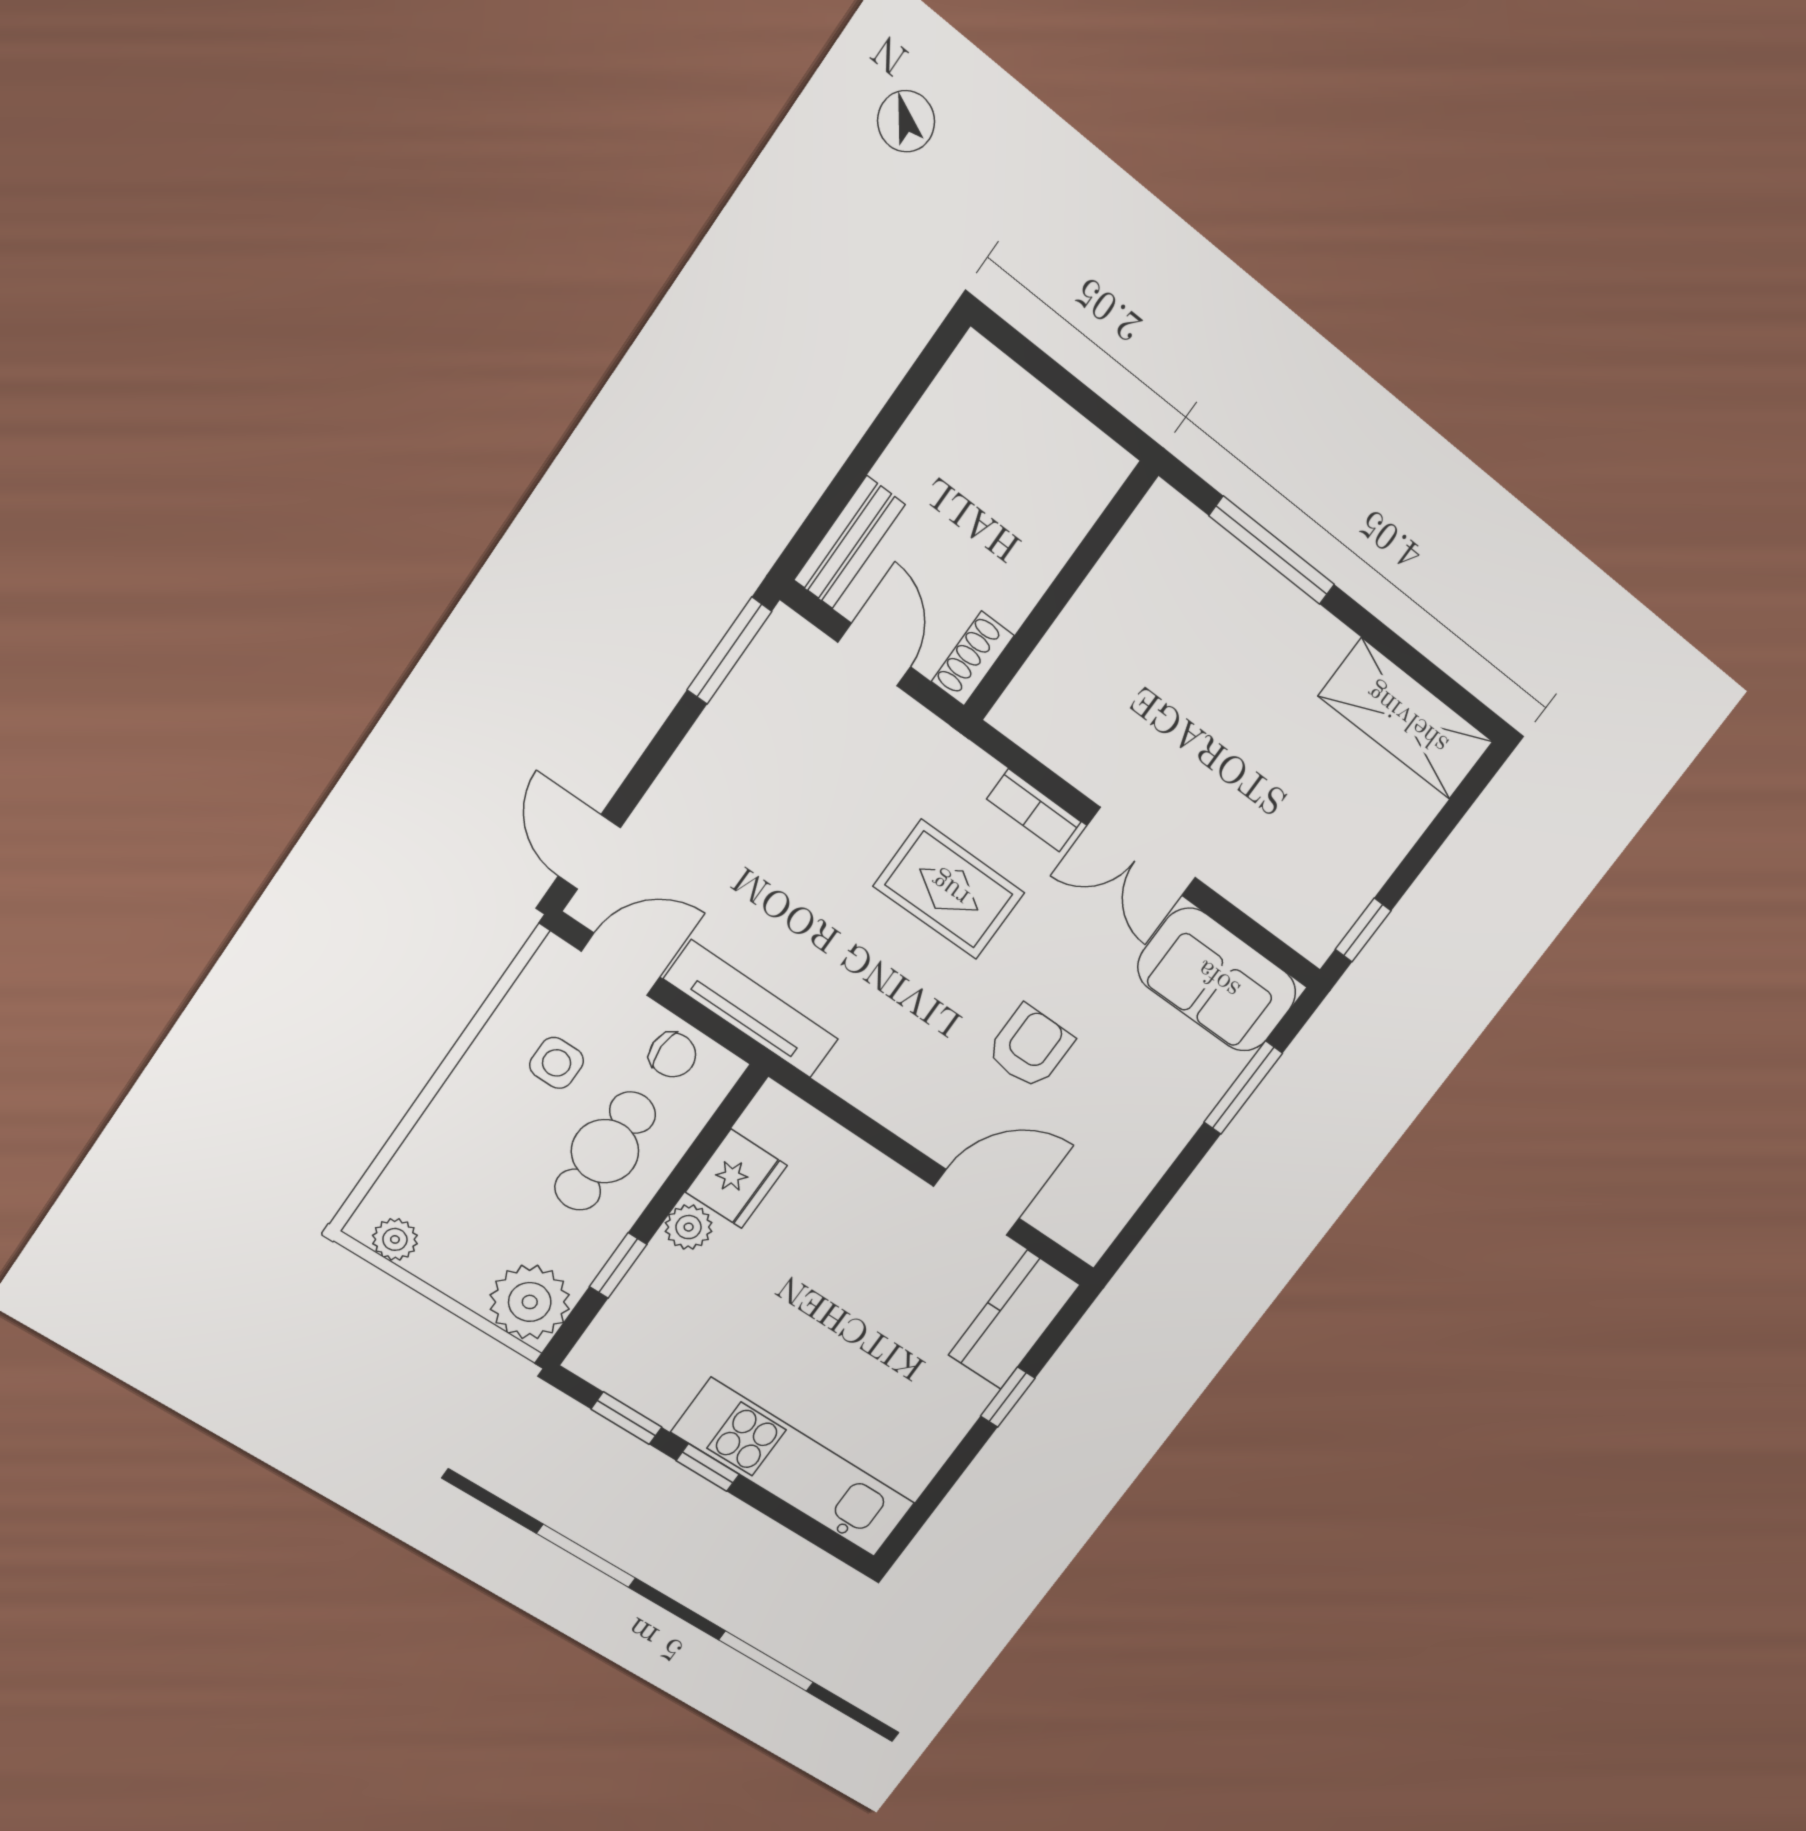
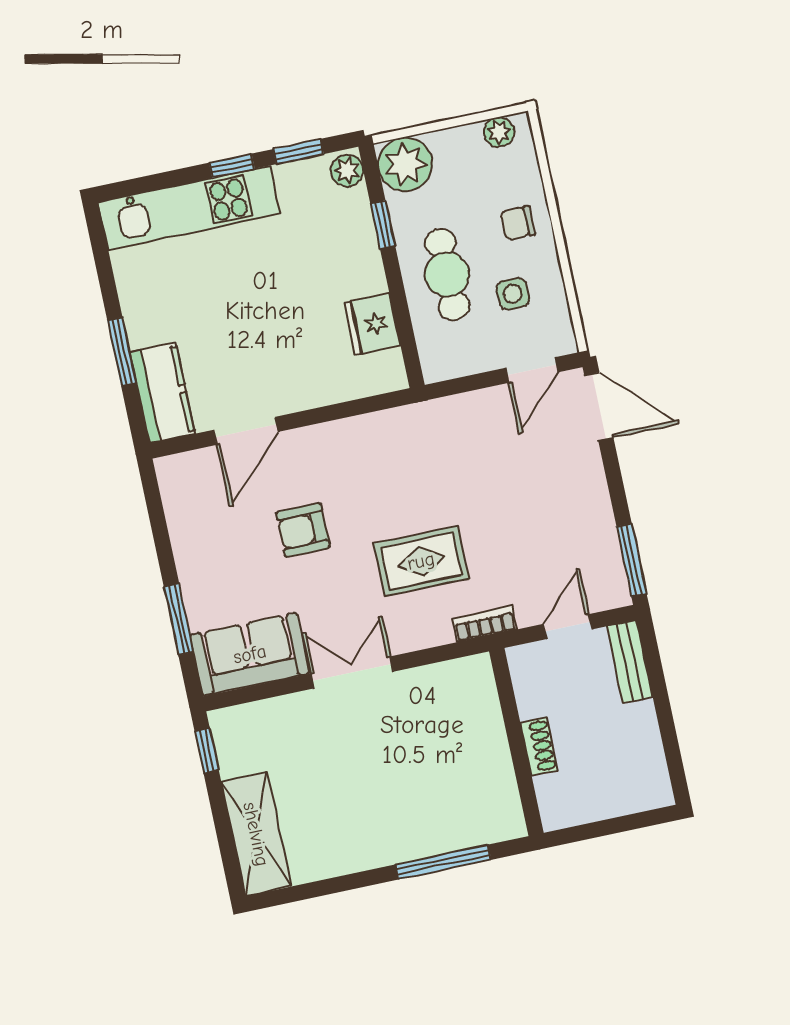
door: (874, 655) -> (568, 627), swing flipped
shoe rack: (973, 658) -> (539, 746), moved
shelving: (1406, 719) -> (256, 834), moved, turned 90
bookcase: (1034, 810) -> (485, 624), moved
door: (589, 852) -> (599, 407), width x1.38
tv unit: (751, 1009) -> (451, 411), removed
armchair: (1030, 1047) -> (303, 530), turned 90
chair: (673, 1055) -> (518, 223), moved
plant: (689, 1227) -> (347, 171), moved
window: (1008, 1397) -> (122, 351), width x1.50

